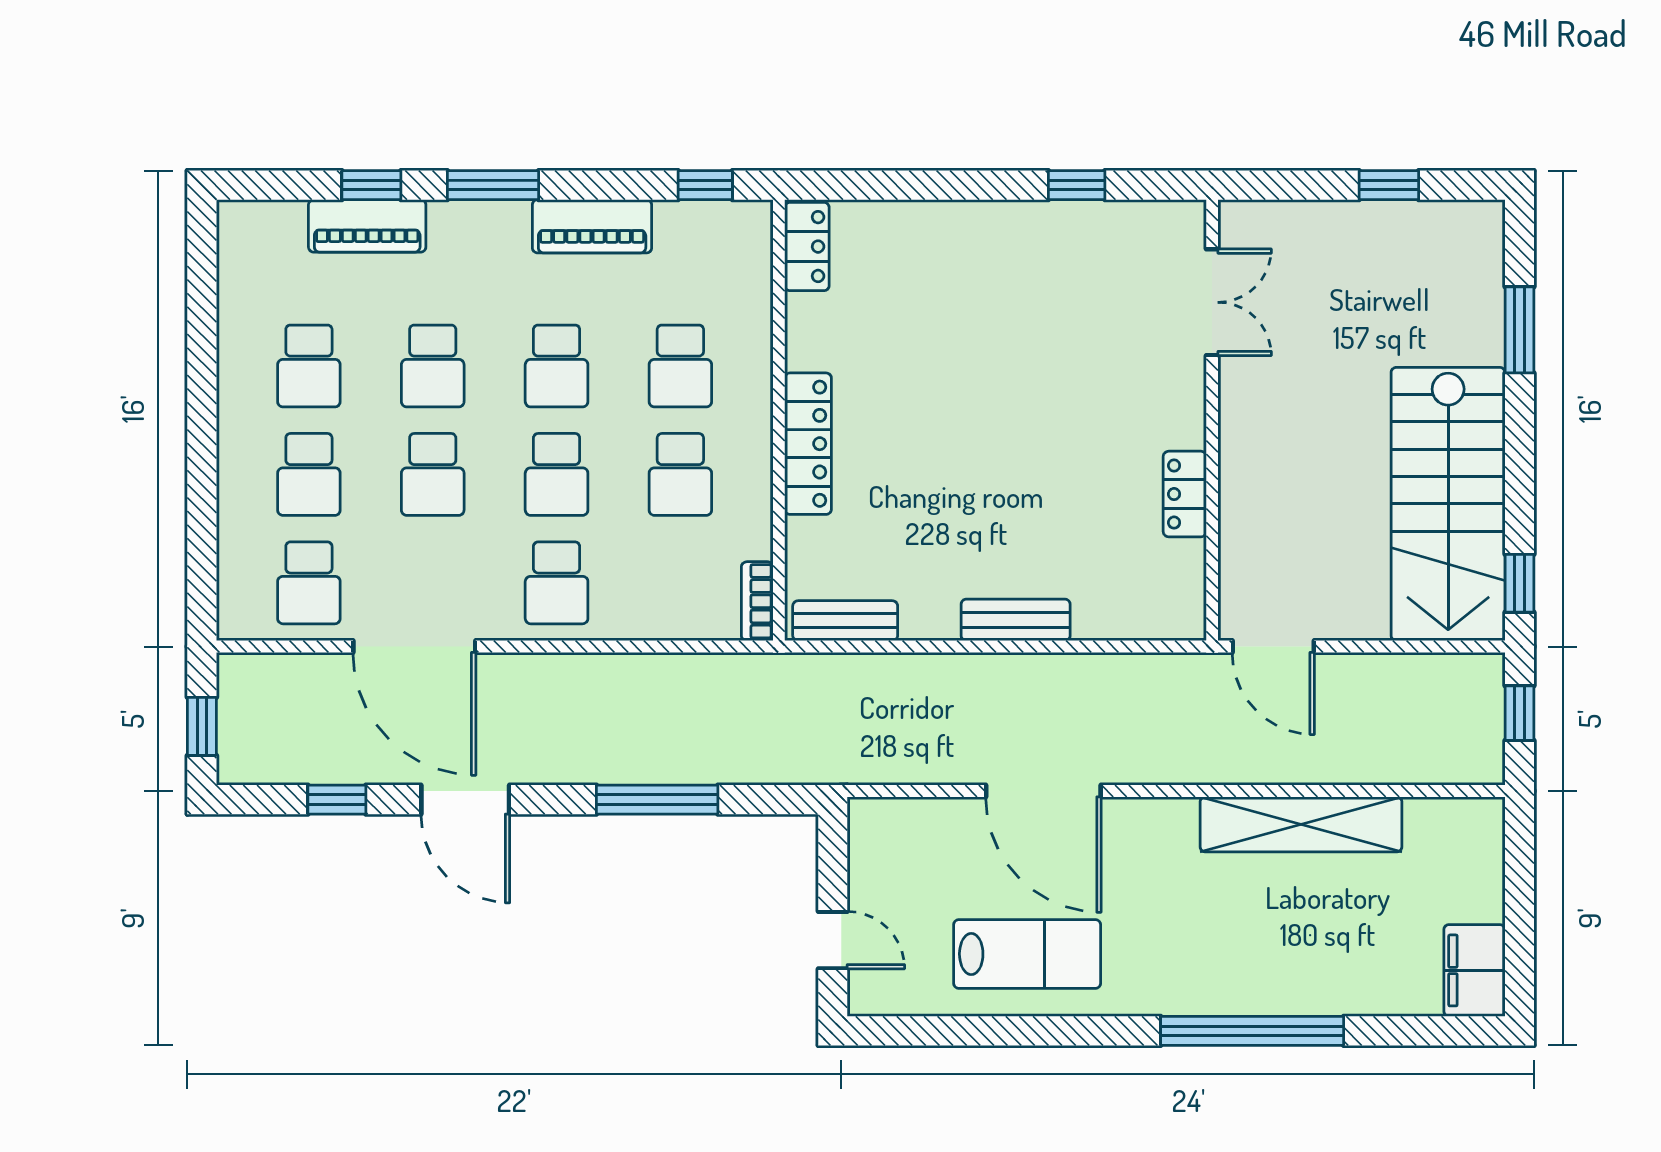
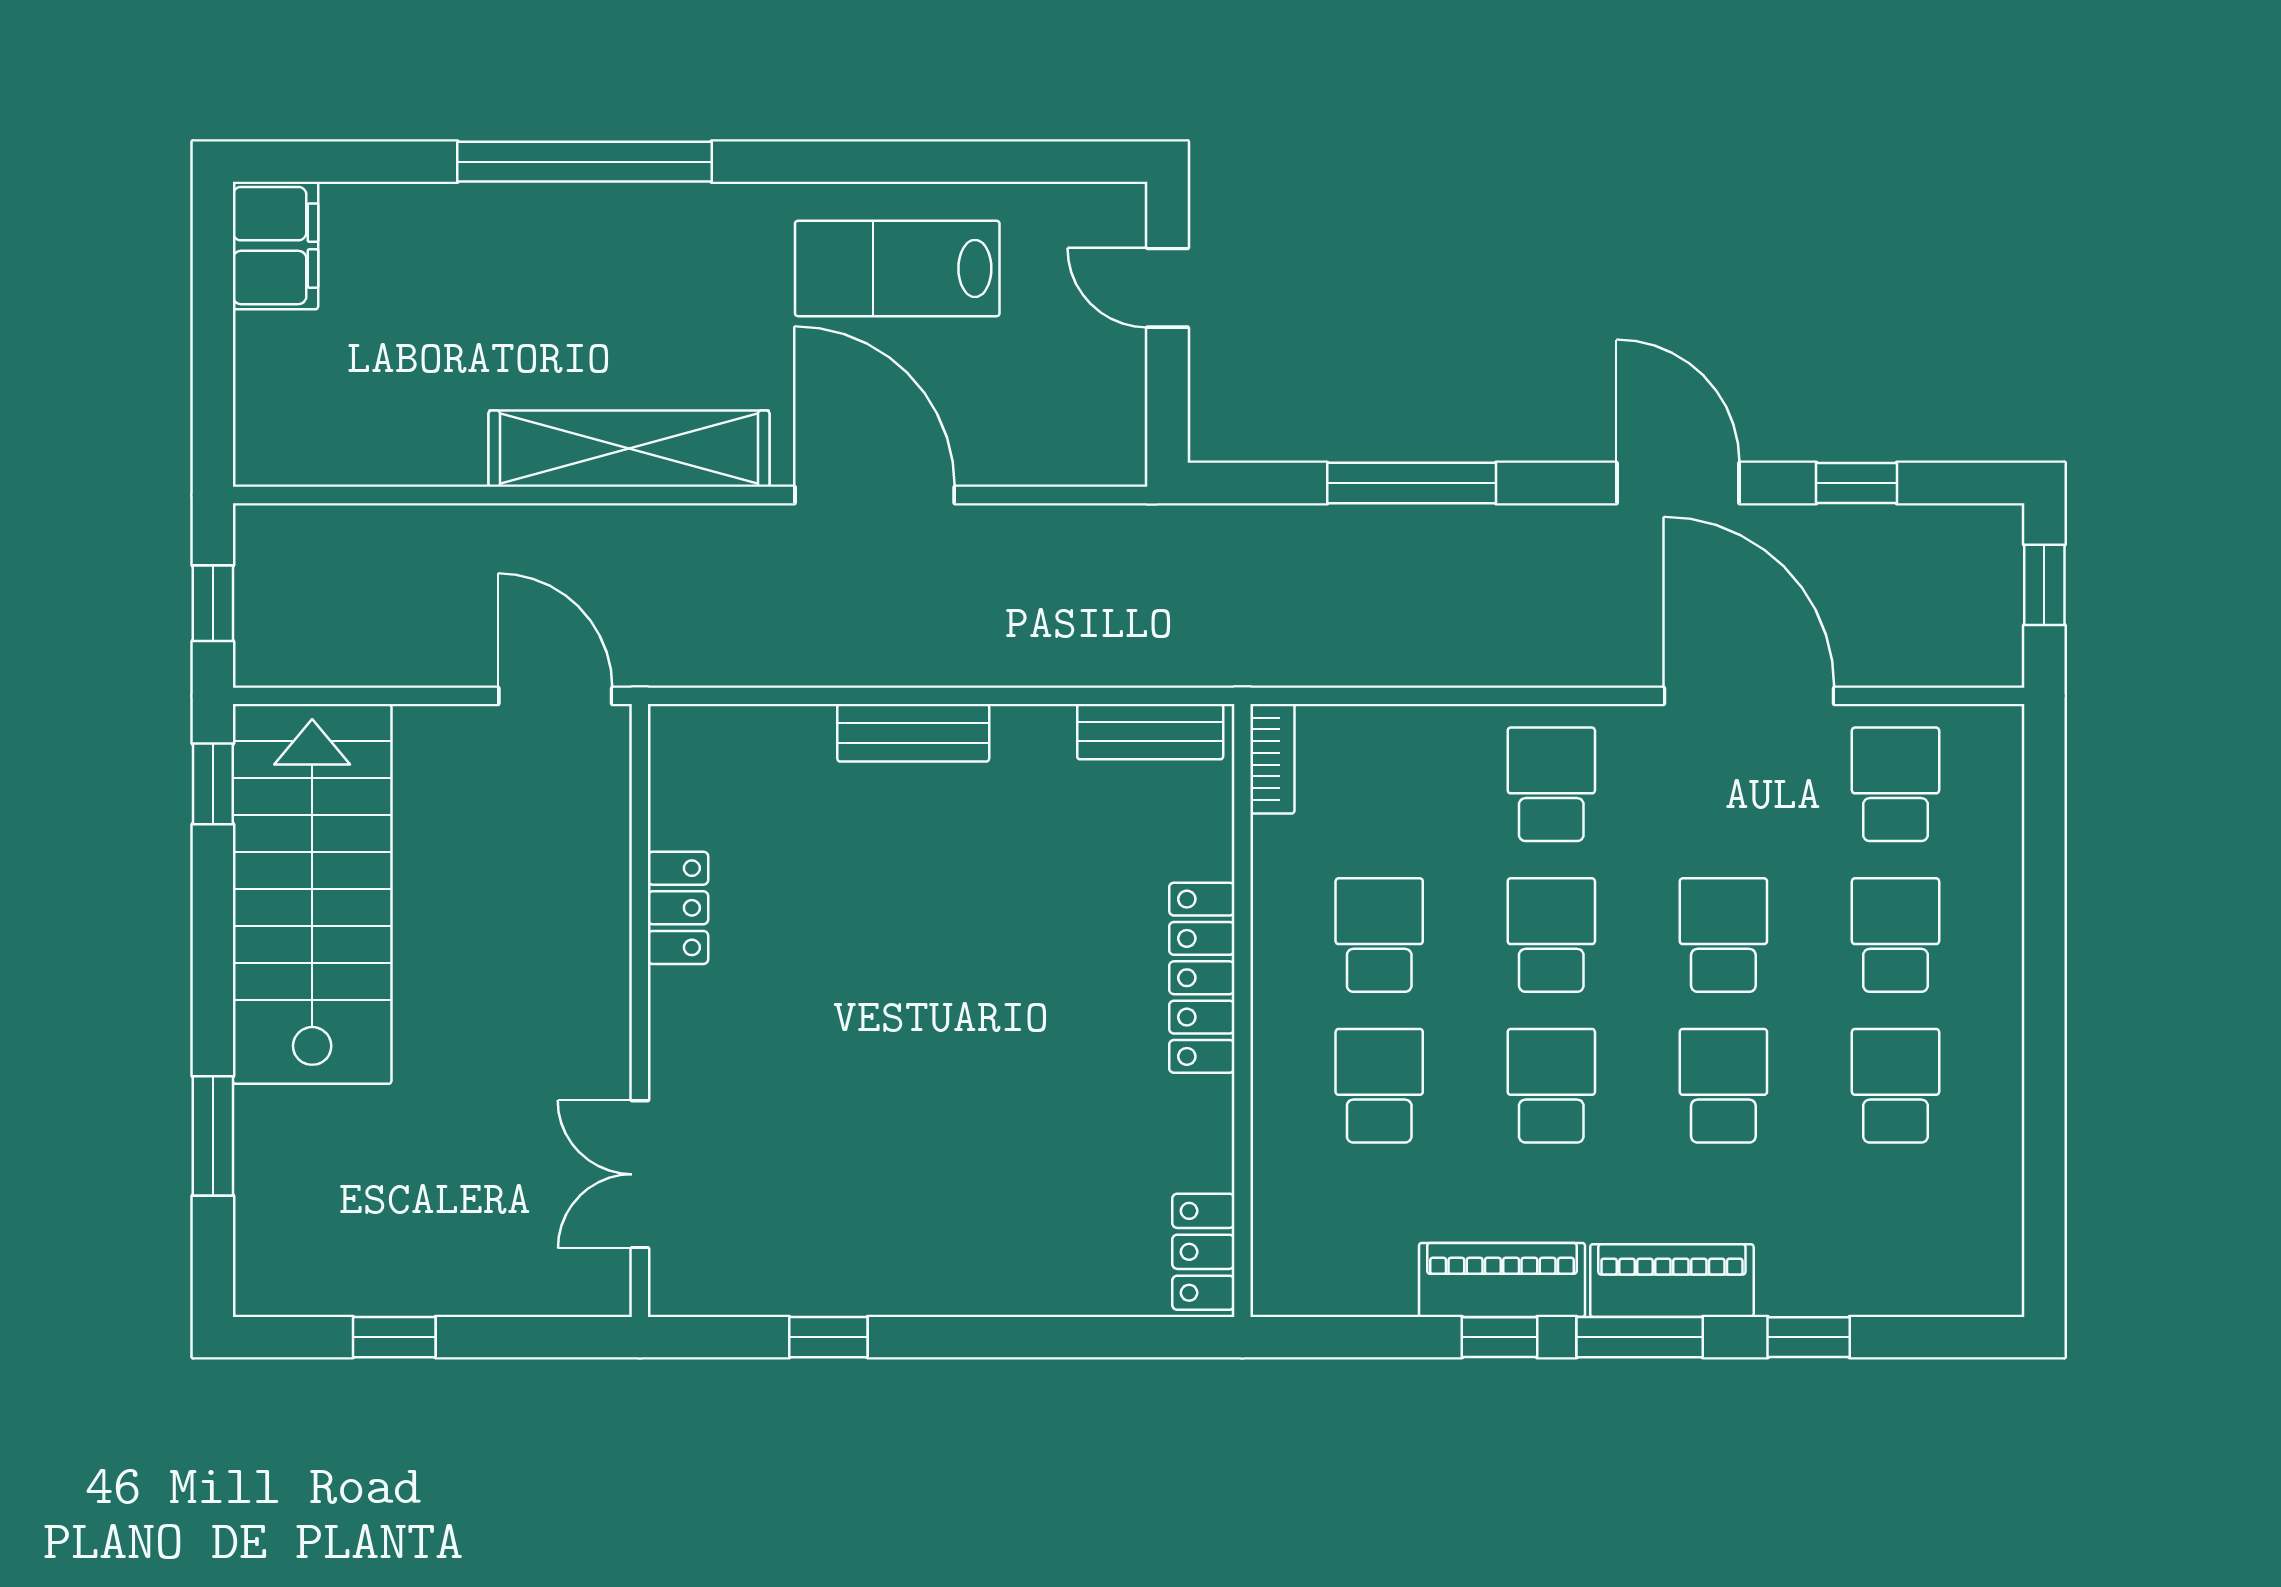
window: (705, 185) -> (1499, 1337), moved
piano: (367, 226) -> (1672, 1281), moved
shelving: (1301, 824) -> (629, 449), moved

